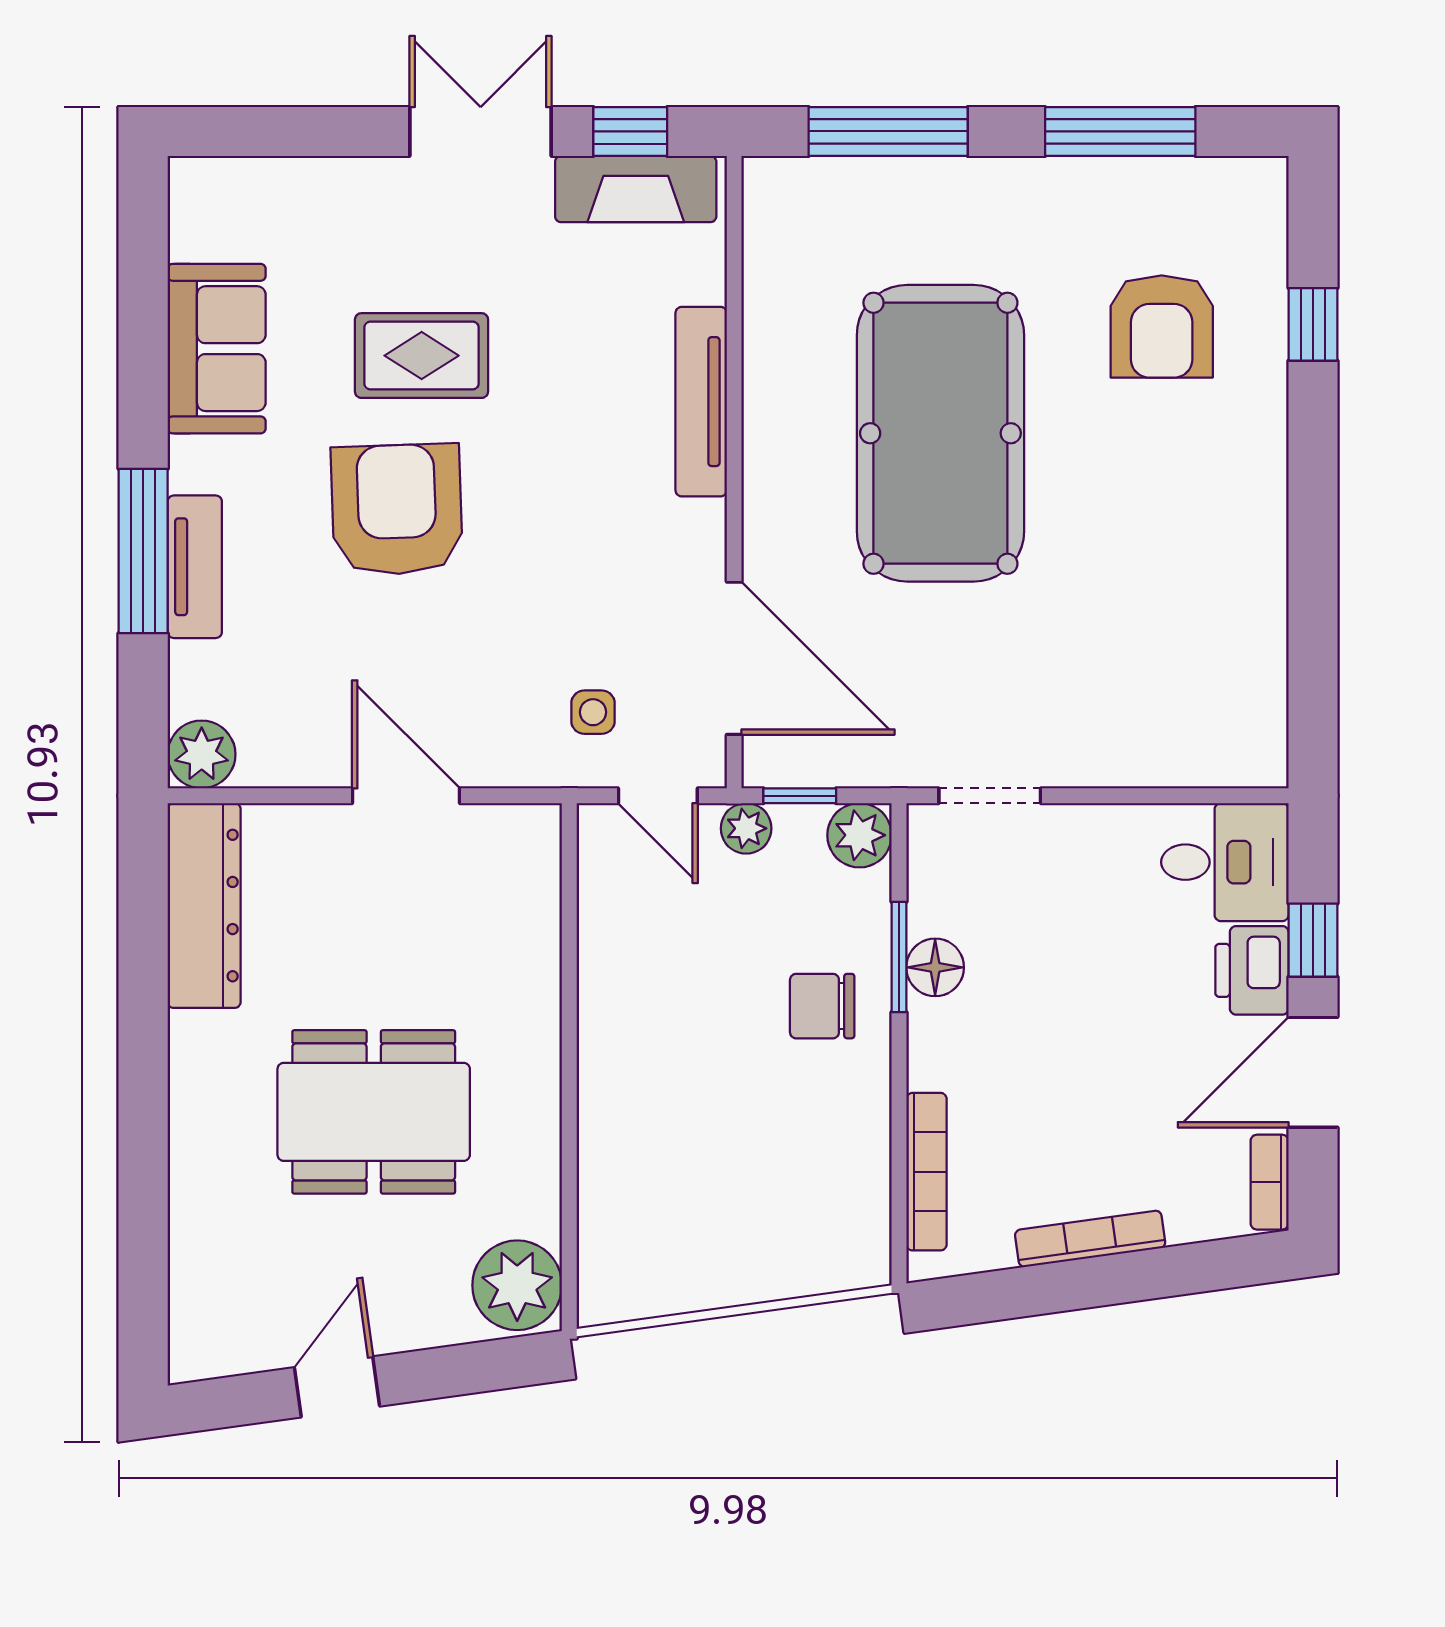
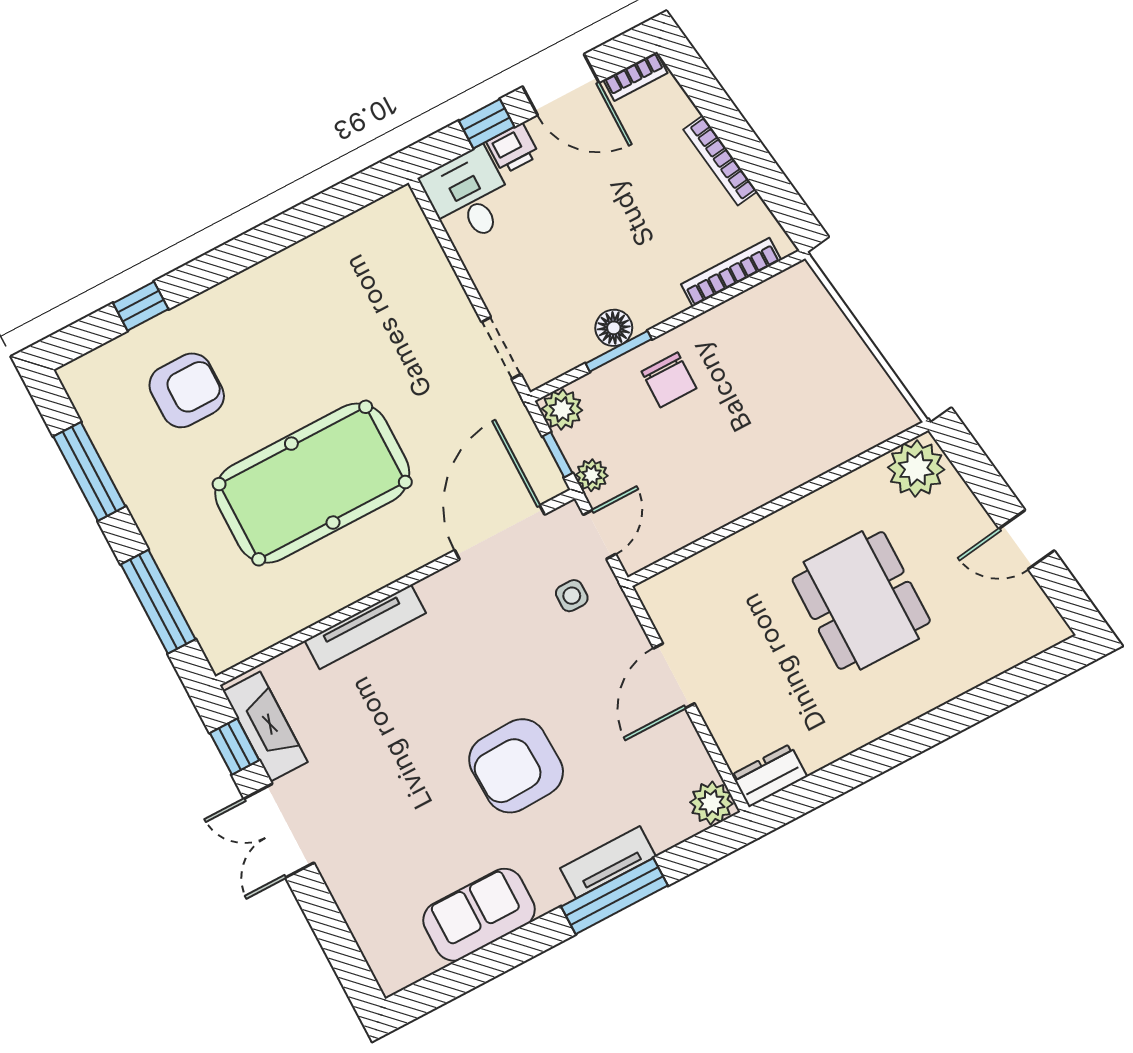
rug: (422, 356) -> (422, 798), removed
dresser: (204, 906) -> (769, 776), width x0.51, depth x0.80
printer: (1252, 970) -> (513, 149), width x0.73, depth x0.81

